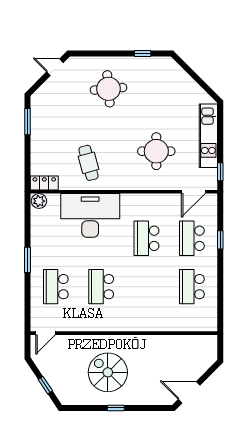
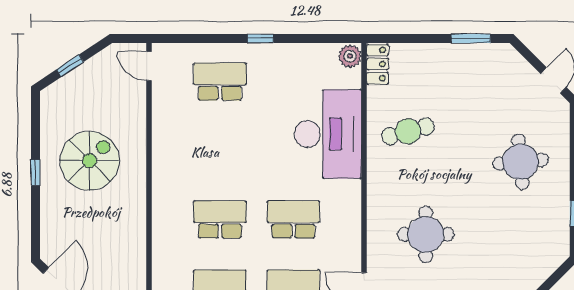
window: (27, 260) -> (261, 39), width x0.67
school desk: (101, 287) -> (220, 220), moved

